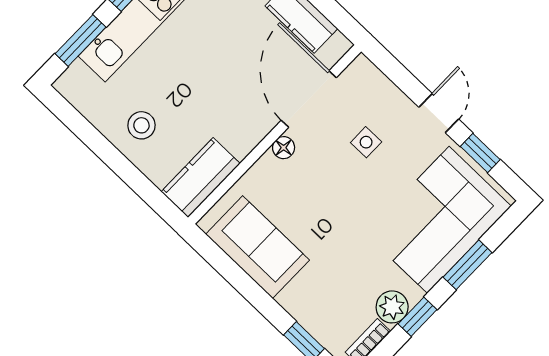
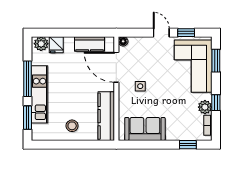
side table: (366, 142) -> (140, 86), moved
floor lamp: (284, 148) -> (123, 41), moved
kitchen counter: (201, 178) -> (106, 116), width x1.50
window: (468, 265) -> (216, 61), moved

